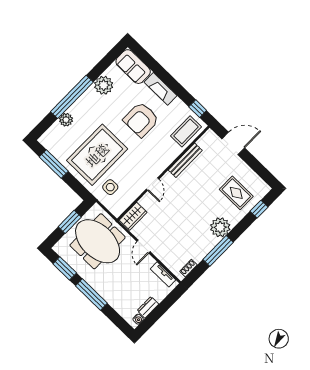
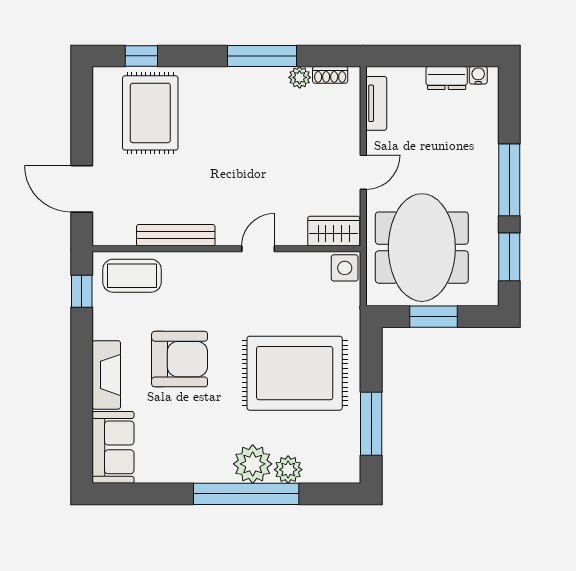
plant: (104, 85) -> (253, 464), moved
side table: (110, 187) -> (345, 268), moved
rug: (236, 193) -> (150, 113), width x1.36, depth x1.43
plant: (220, 227) -> (300, 77), moved, width x0.53, depth x0.53

